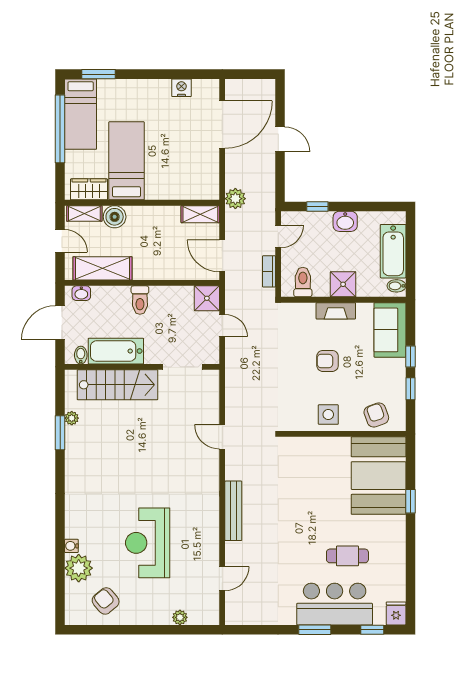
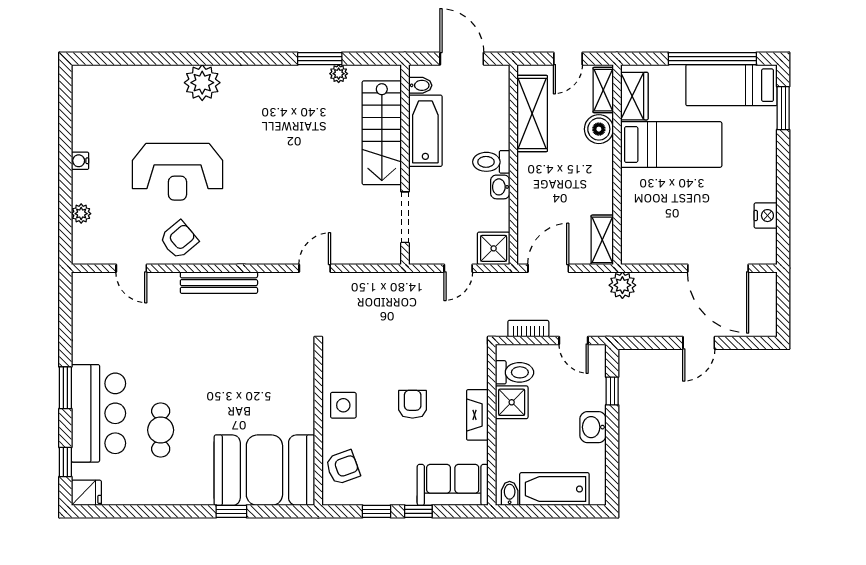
shower: (343, 284) -> (512, 402), moved
washbasin: (81, 293) -> (500, 187), moved
reception desk: (148, 543) -> (177, 172), turned 180
water cooler: (71, 546) -> (80, 161), moved, turned -90
plant: (79, 568) -> (202, 83), moved
armchair: (106, 601) -> (179, 240), moved

